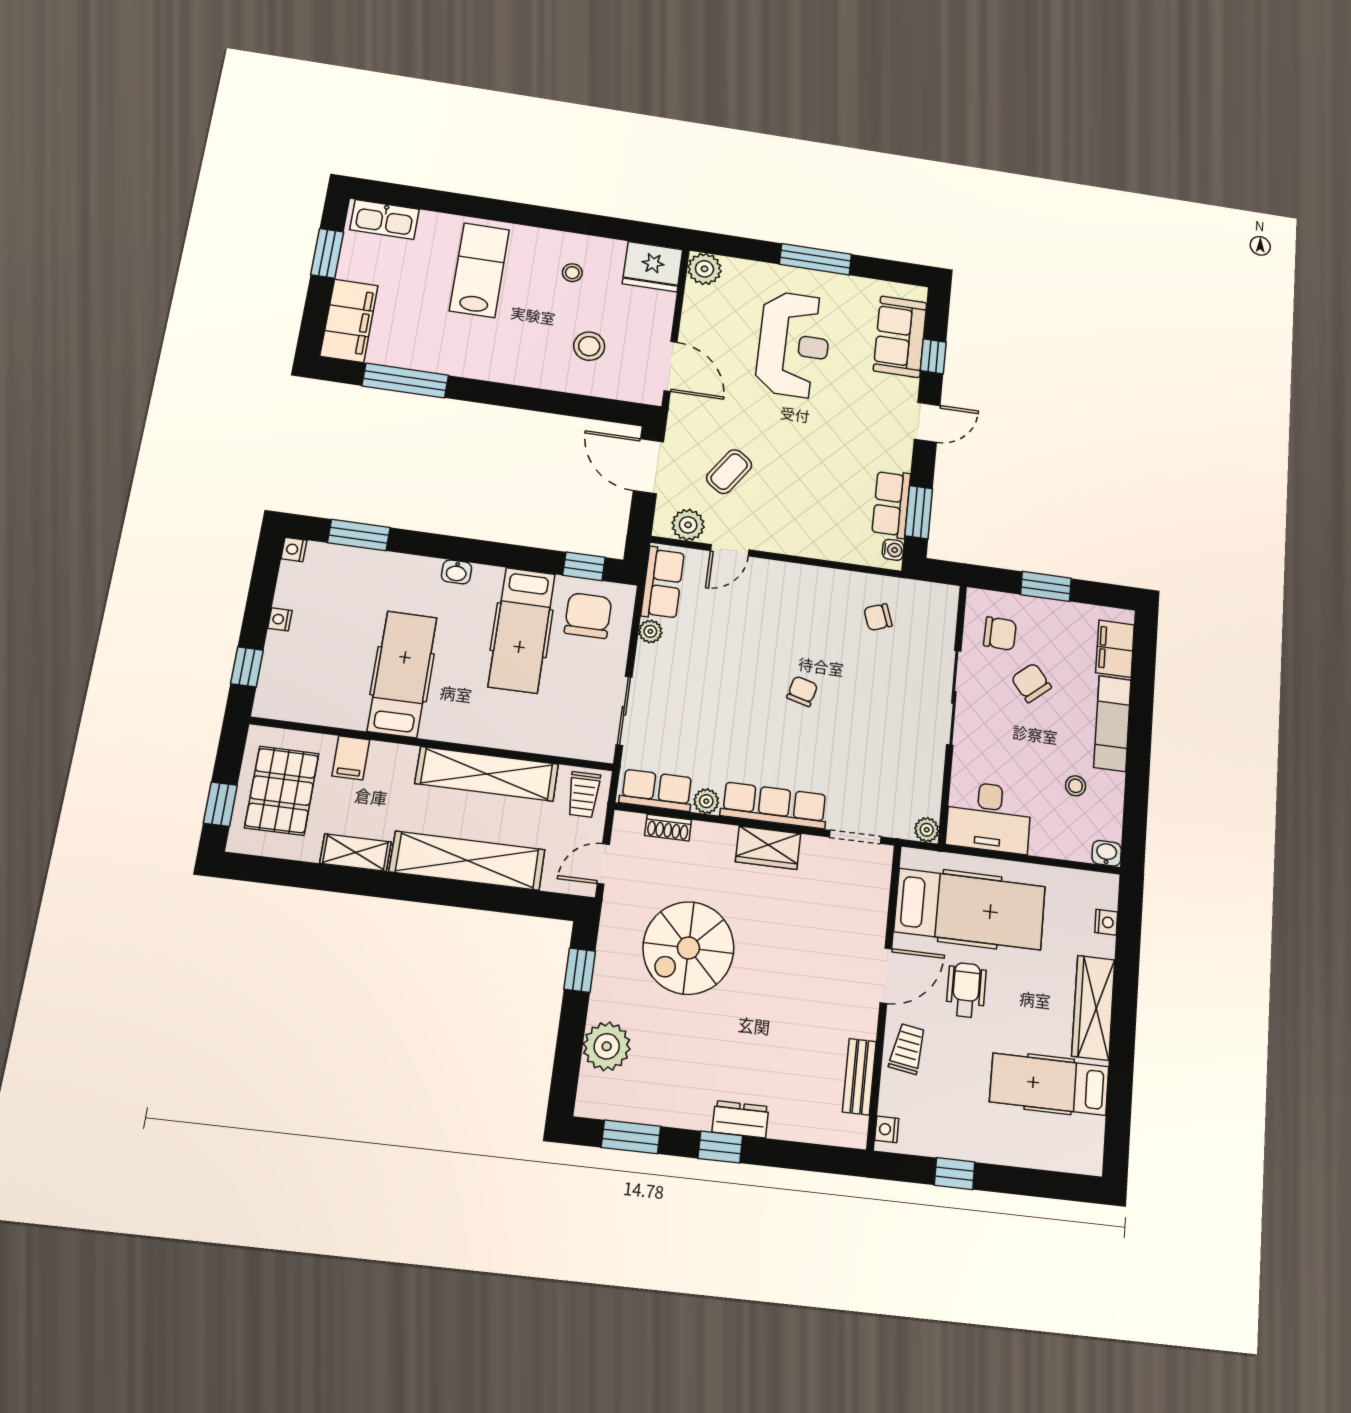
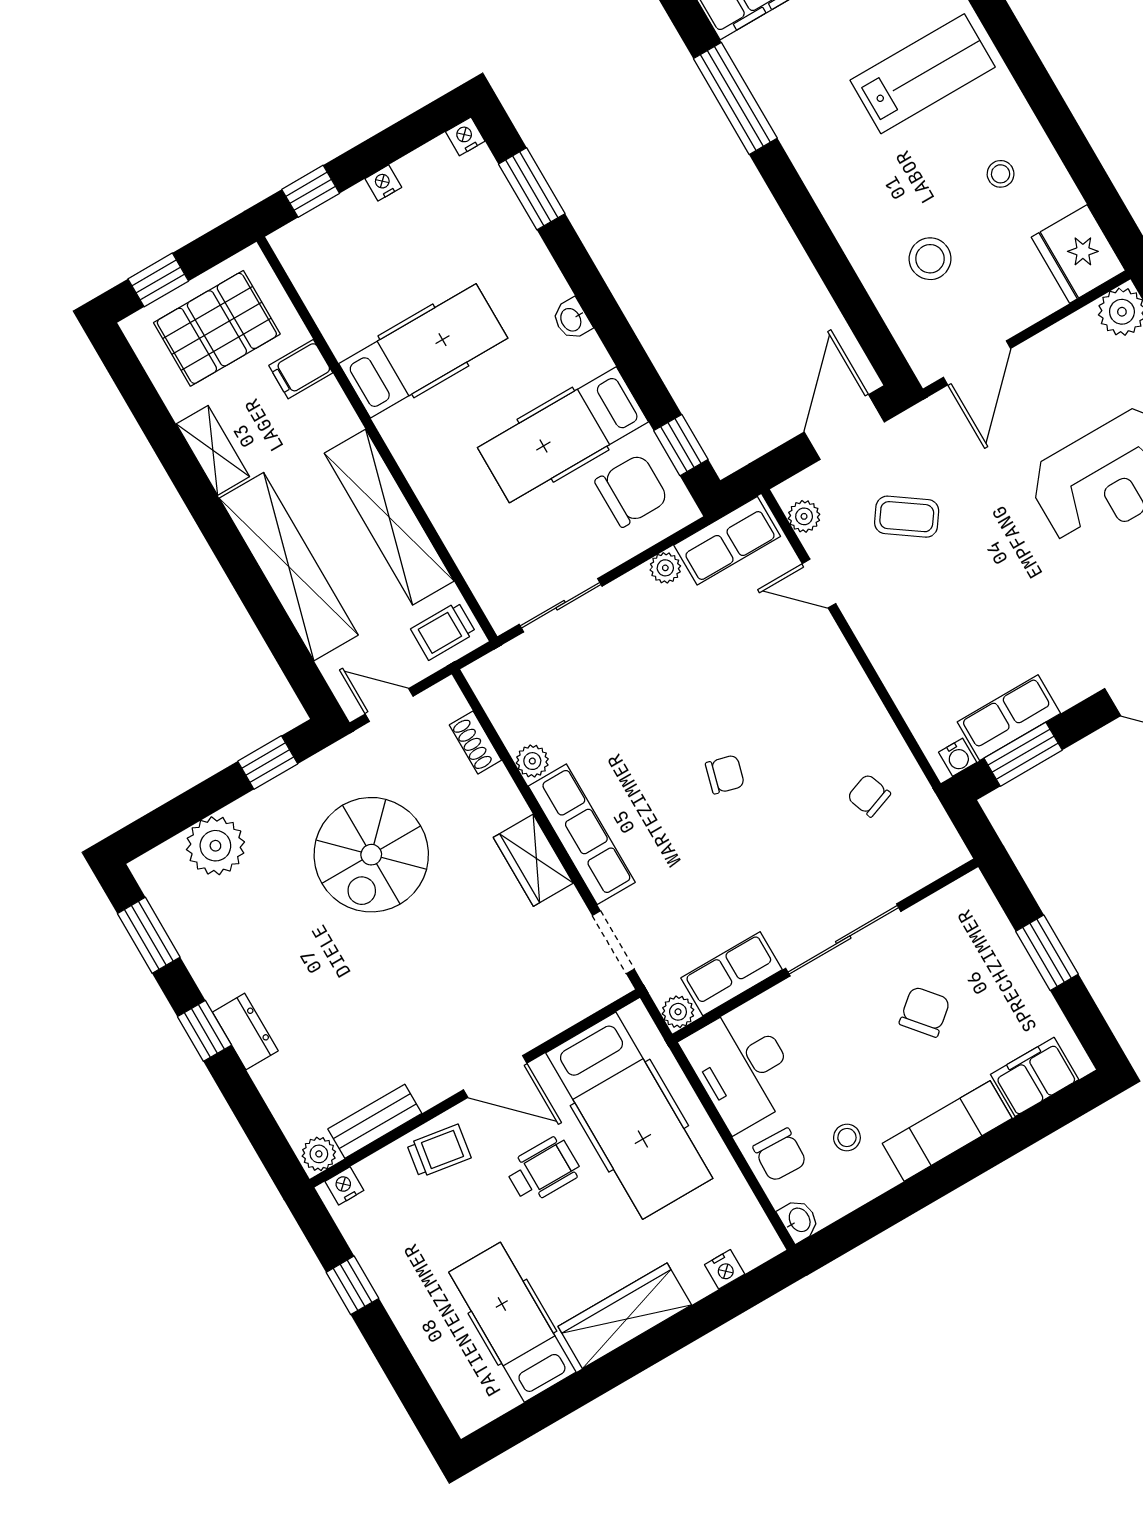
plant: (688, 525) -> (804, 516), width x0.73, depth x0.73
chair: (1000, 634) -> (780, 1155), moved
row of seats: (656, 790) -> (732, 974), moved, turned -90
spiral stairs: (688, 948) -> (371, 855), turned -90
plant: (854, 1131) -> (319, 1154), added

